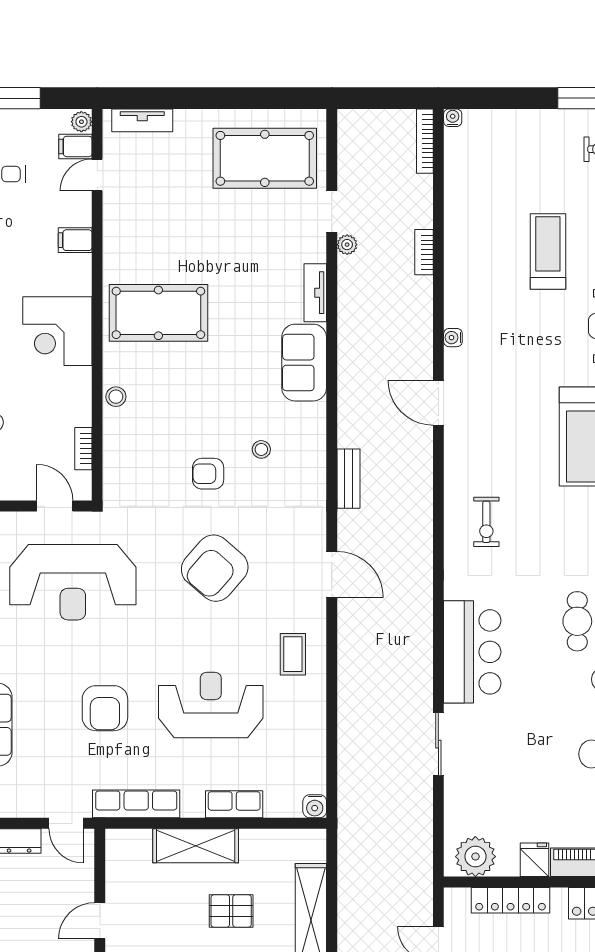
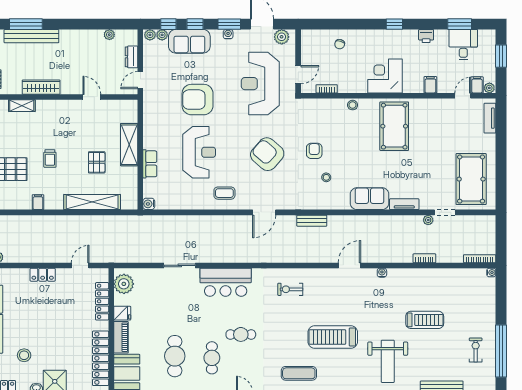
door: (97, 175) -> (463, 96), hinge flipped
armchair: (105, 708) -> (198, 100), width x1.36, depth x1.36
row of seats: (136, 804) -> (150, 115), removed

